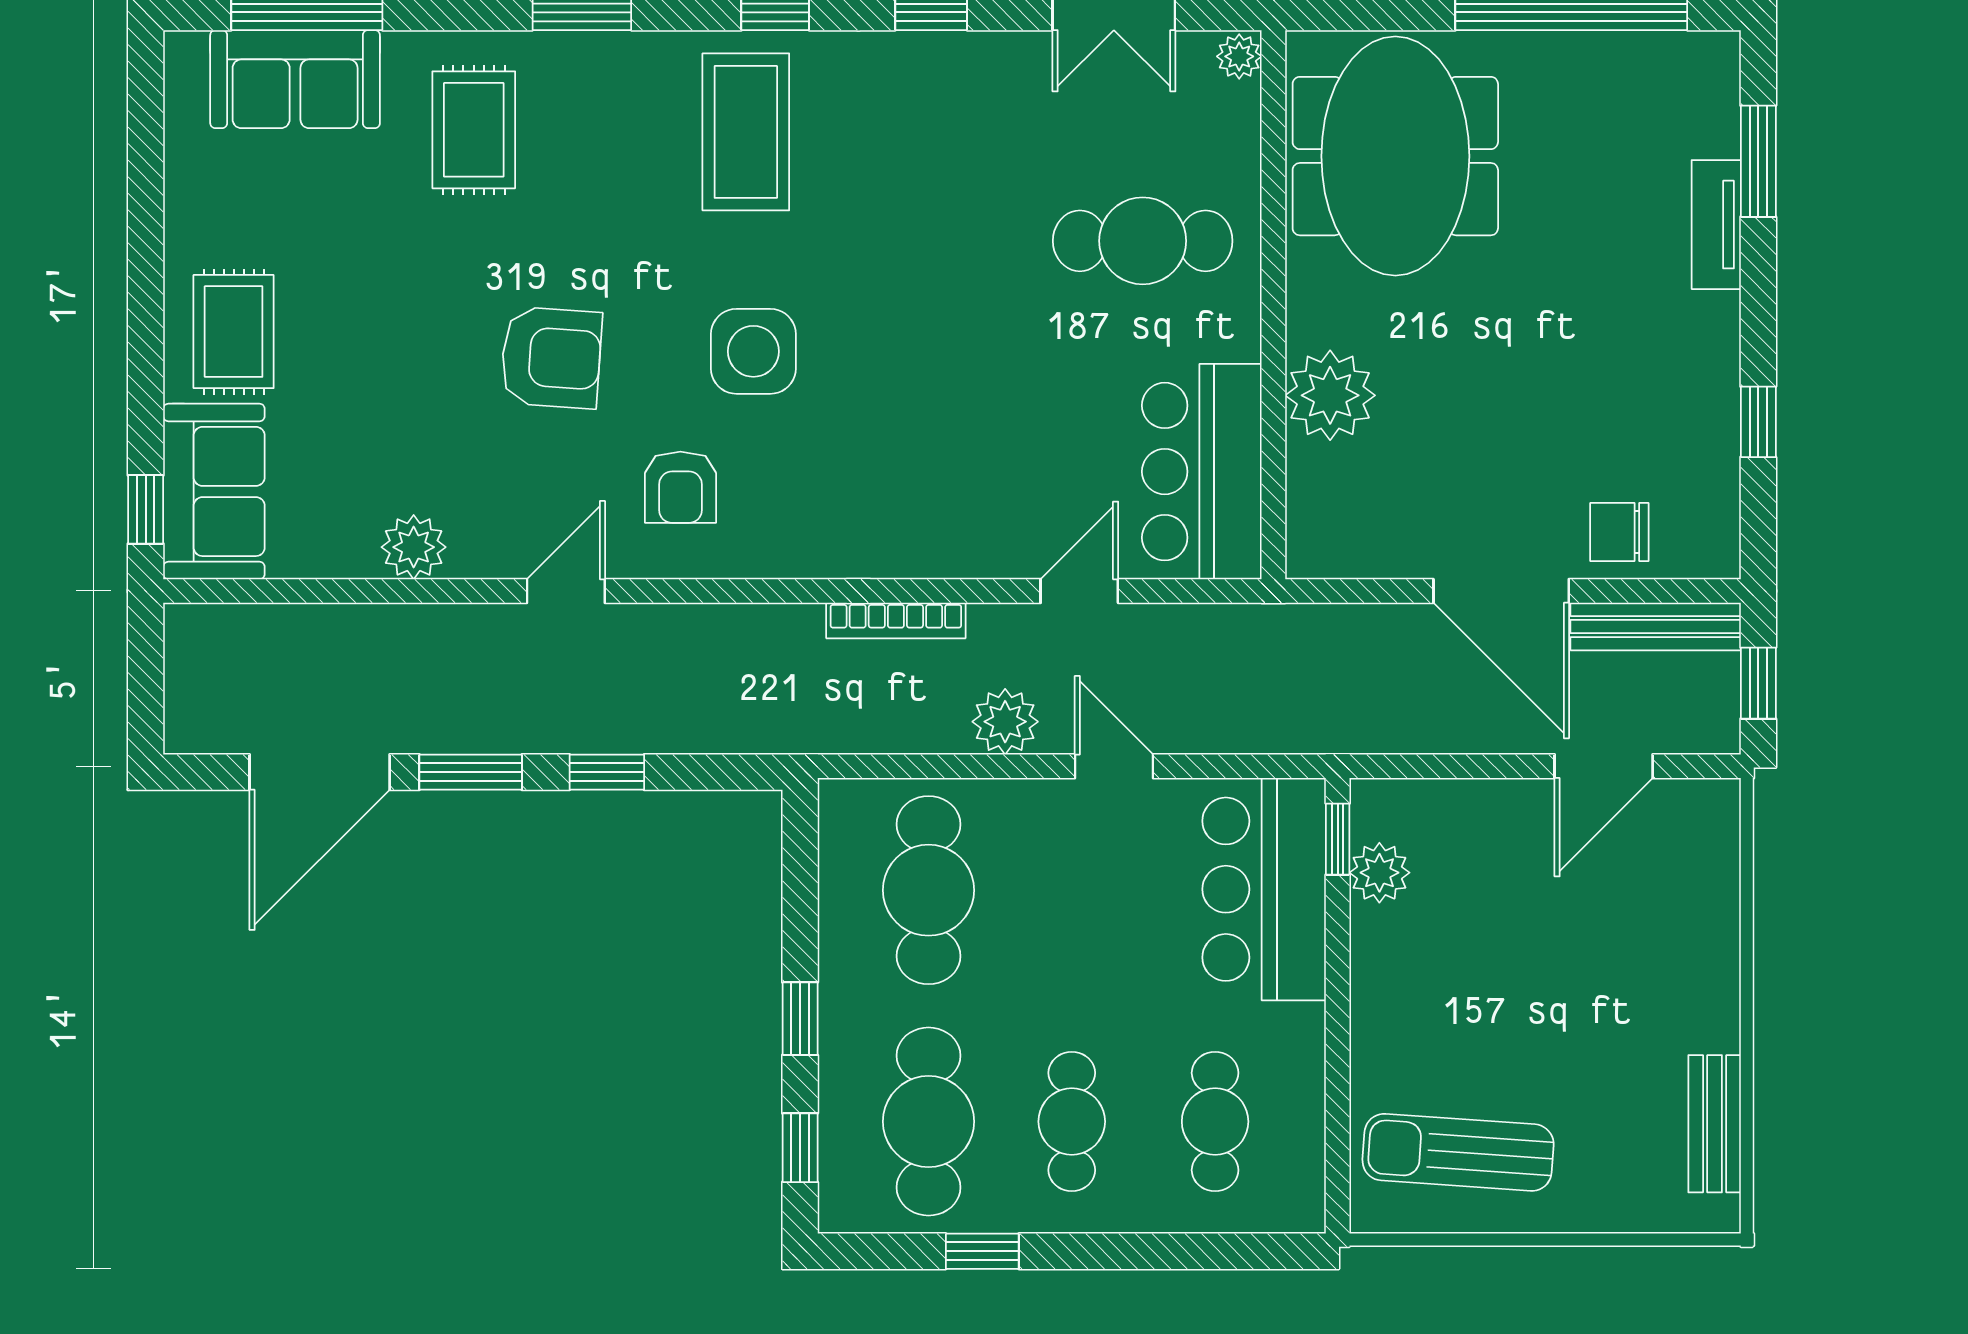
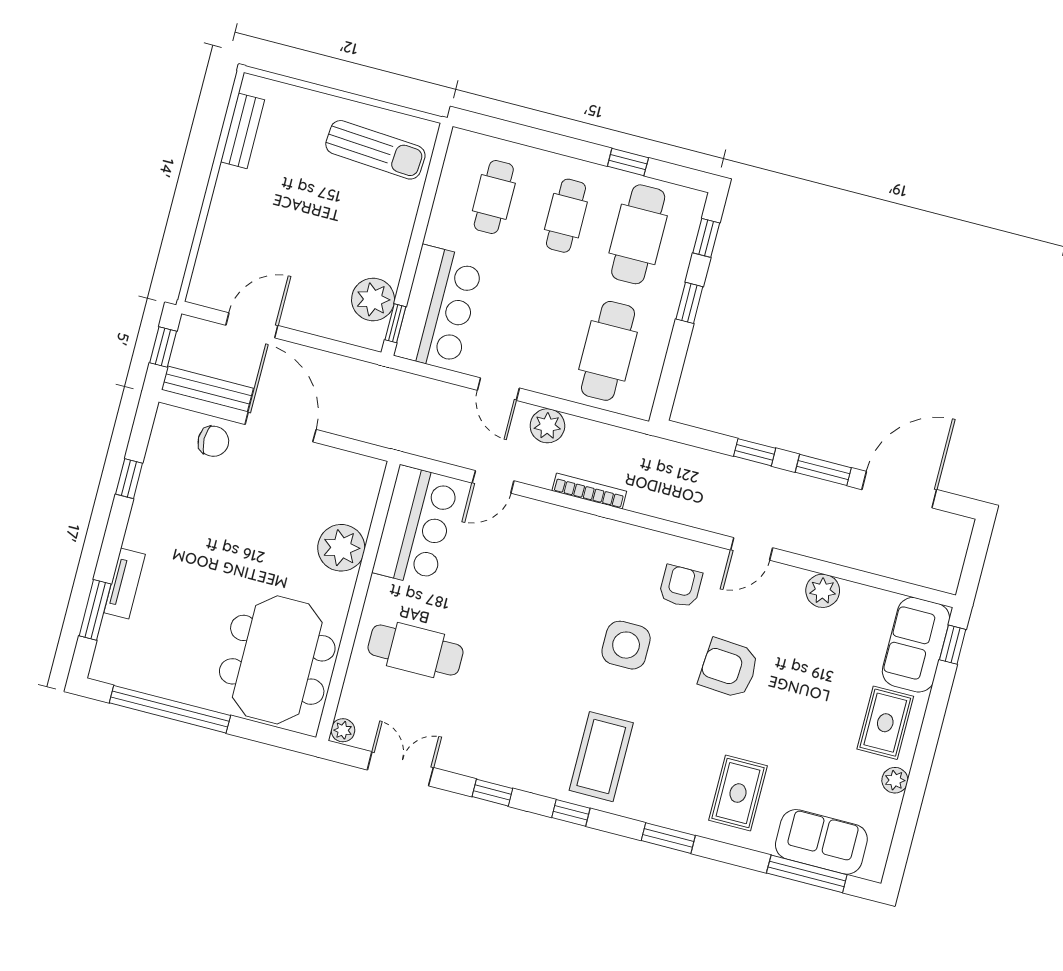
plant: (188, 229) -> (895, 780), added
plant: (1379, 873) -> (373, 299), width x1.36, depth x1.36

